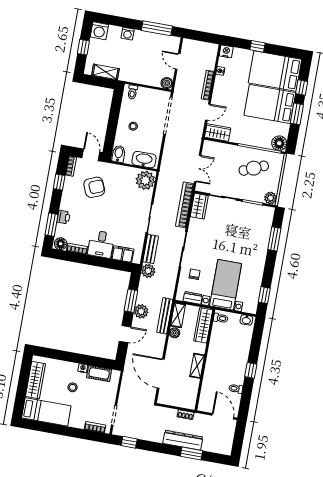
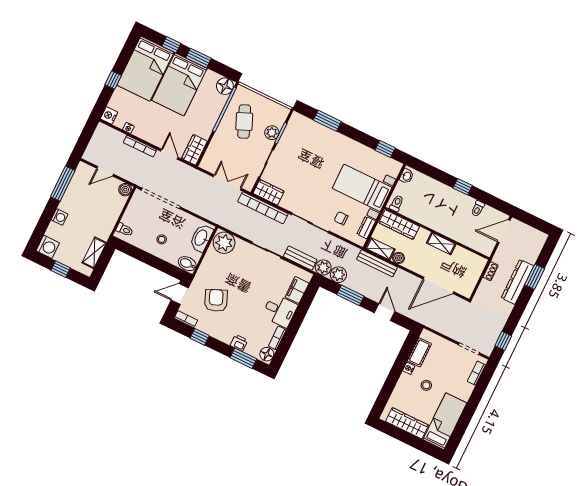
plant: (271, 198) -> (272, 133), moved
plant: (141, 311) -> (338, 275), moved

